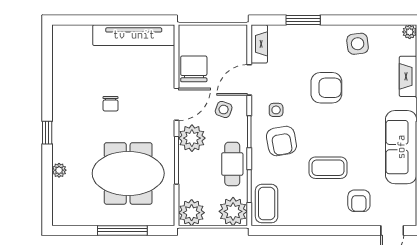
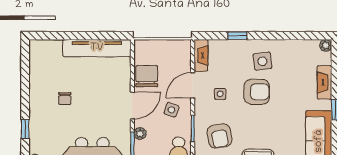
window: (303, 20) -> (237, 36), width x0.67
side table: (358, 44) -> (262, 61), moved
chair: (111, 104) -> (65, 99), moved
side table: (276, 110) -> (220, 94), moved
plant: (192, 138) -> (140, 134), width x0.53, depth x0.53

